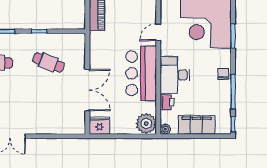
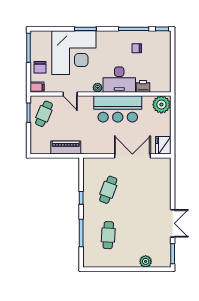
door: (158, 32) -> (70, 94), moved
chair: (223, 74) -> (137, 48), moved
filing cabinet: (197, 125) -> (163, 61), removed
plant: (165, 129) -> (98, 88), moved

